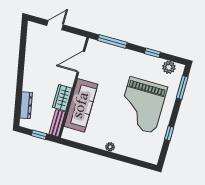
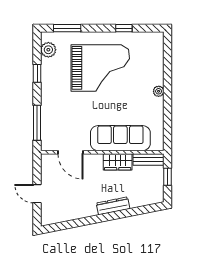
dresser: (26, 105) -> (113, 206), moved

